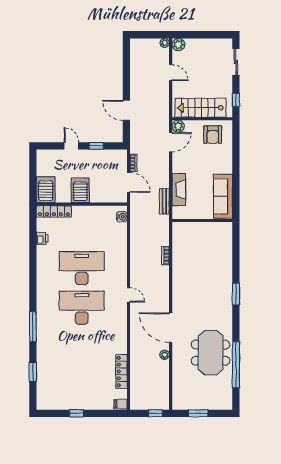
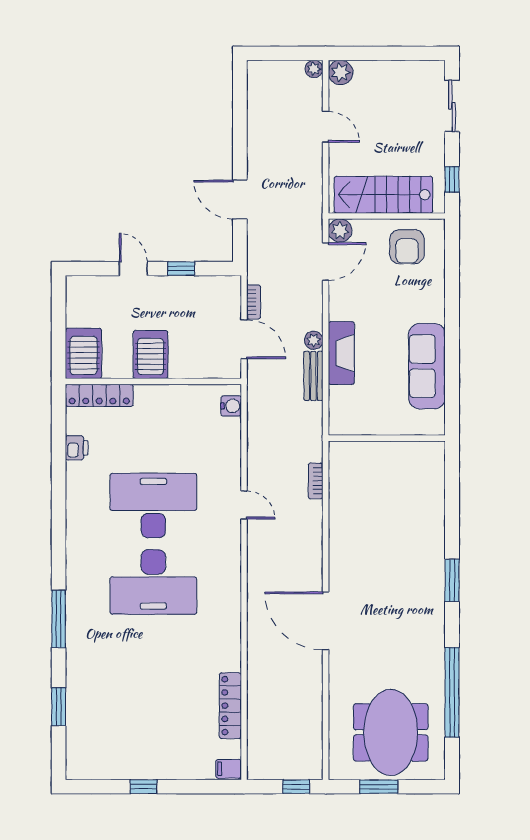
wall: (202, 221) -> (387, 438), moved
window: (236, 294) -> (452, 580), moved
door: (129, 295) -> (244, 505), moved
desk: (82, 308) -> (153, 582), turned 180
meeting table: (211, 353) -> (391, 732), moved
plant: (165, 355) -> (314, 340), moved

